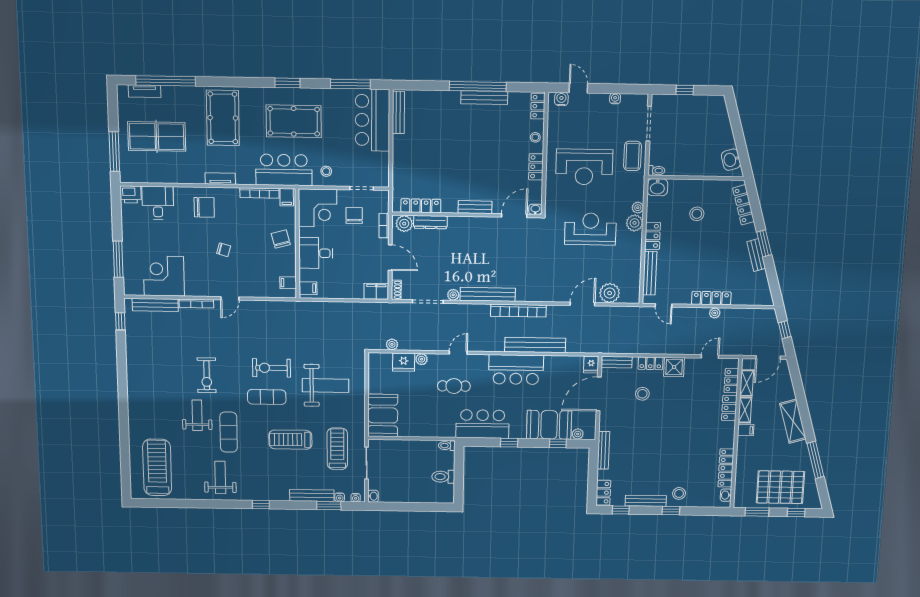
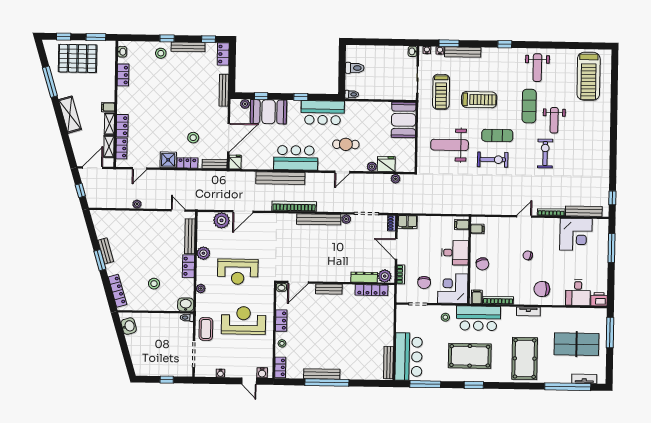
plant: (635, 223) -> (203, 253), moved
locker: (711, 298) -> (140, 216), removed
locker: (726, 468) -> (123, 75), width x0.66

